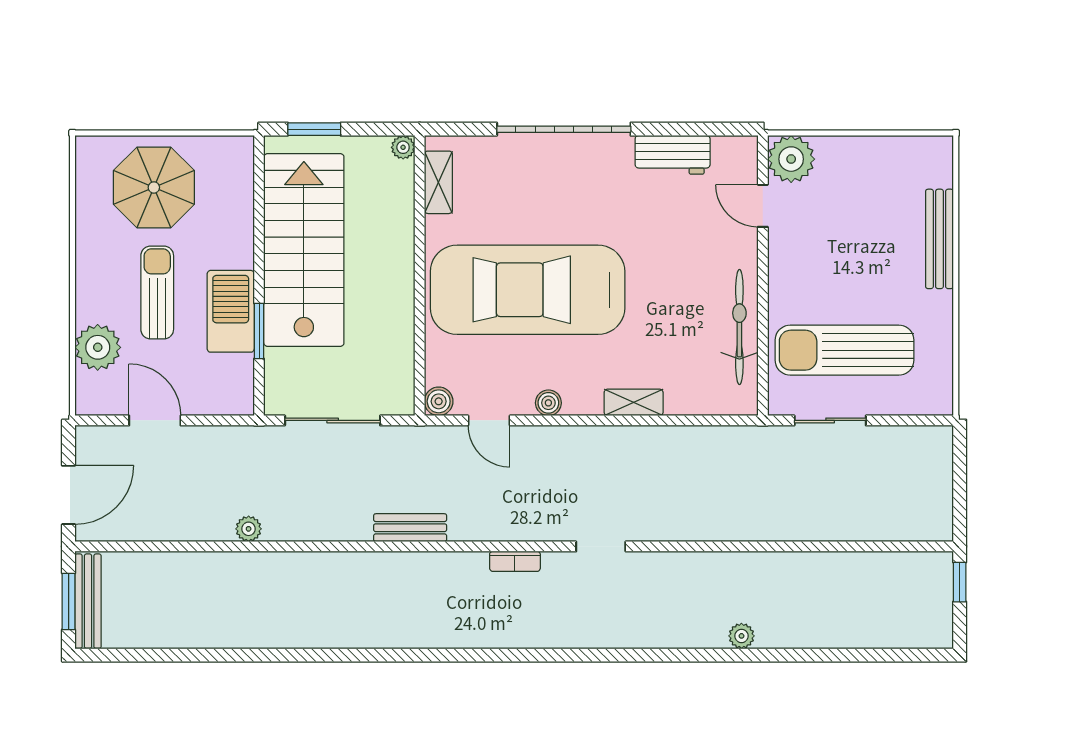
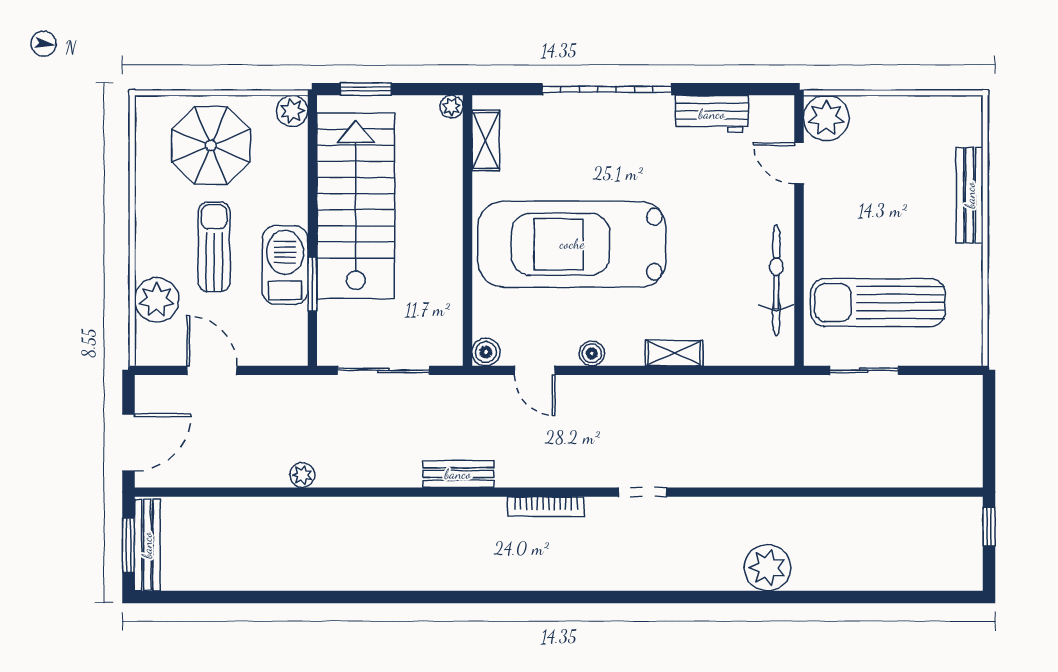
plant: (238, 152) -> (292, 111), added
bookcase: (515, 561) -> (546, 506), width x1.56
plant: (741, 636) -> (768, 568), width x1.88, depth x1.88

